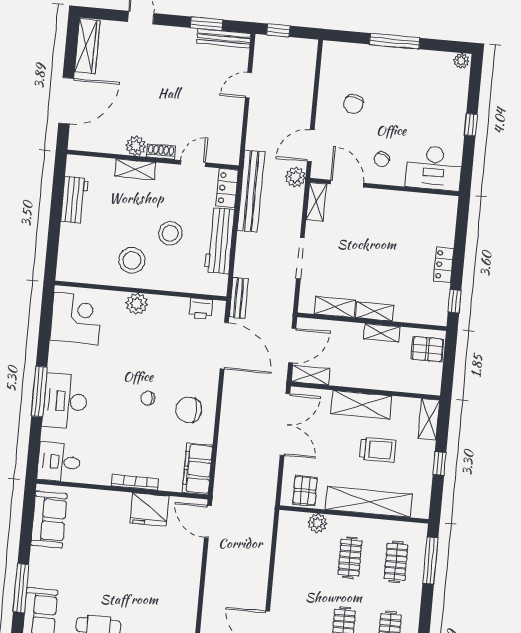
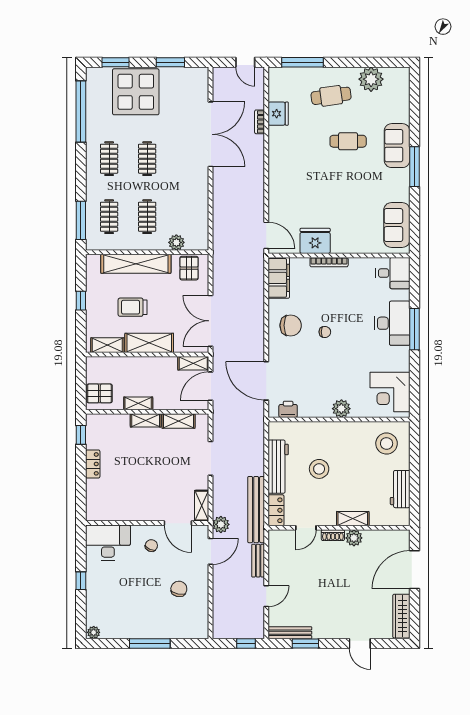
stool: (132, 260) -> (387, 444), moved
bench: (239, 298) -> (258, 561), moved
shelving: (429, 419) -> (107, 345), moved, turned 90

